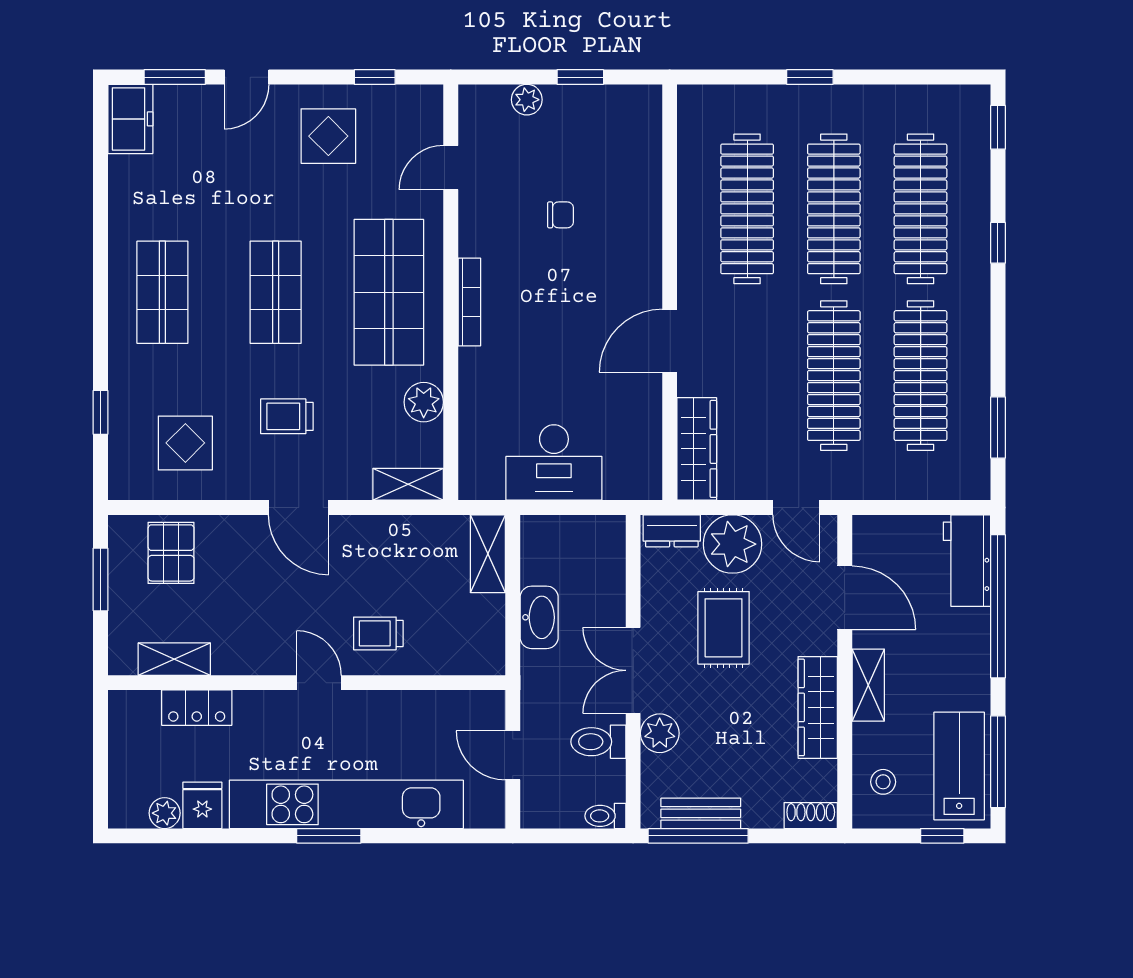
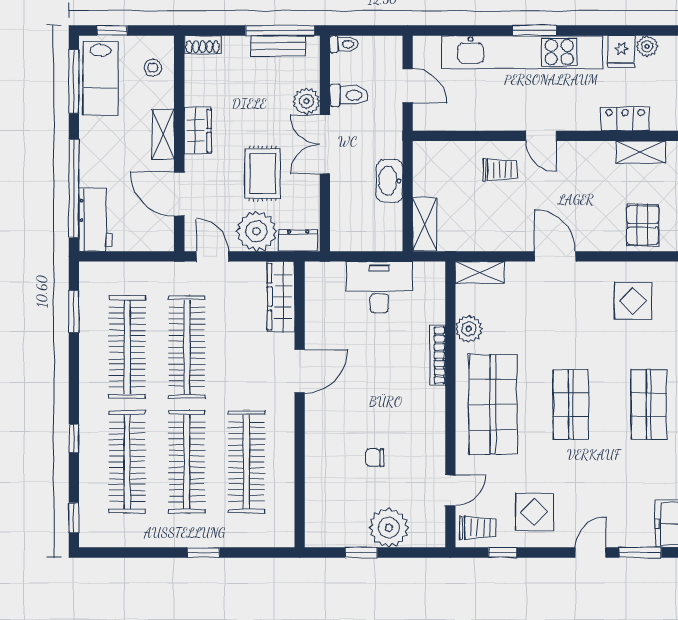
plant: (527, 100) -> (389, 528), width x1.88, depth x1.88
bookcase: (469, 302) -> (438, 355), moved
trolley: (287, 416) -> (478, 528), moved
double door: (633, 670) -> (325, 144), swing flipped
wardrobe: (818, 707) -> (198, 130), width x0.67

